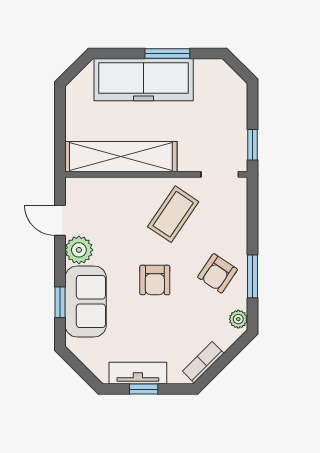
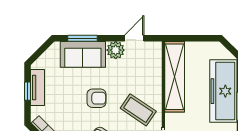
armchair: (155, 280) -> (96, 98), turned 180
window: (60, 302) -> (82, 38), width x1.50

